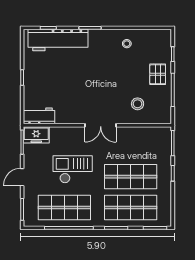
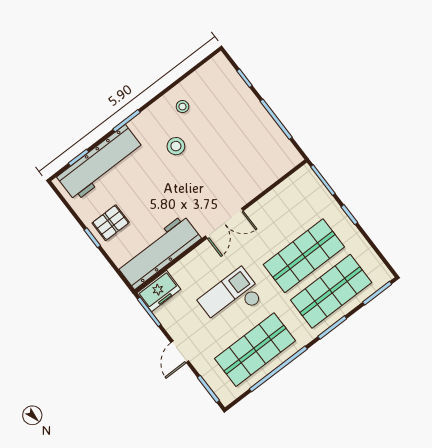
pallet: (158, 74) -> (111, 223), moved, turned 90
stool: (138, 104) -> (176, 146), moved
workbench: (39, 116) -> (159, 252), width x1.88, depth x1.32

